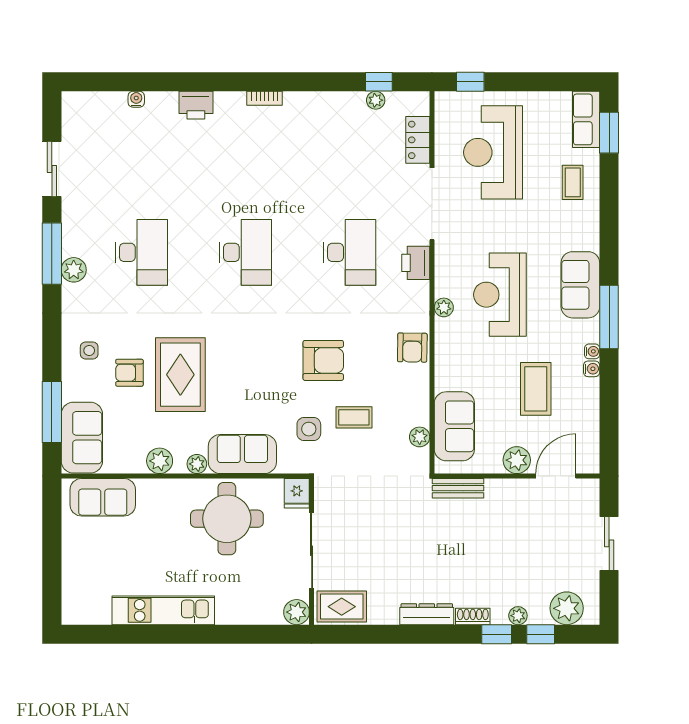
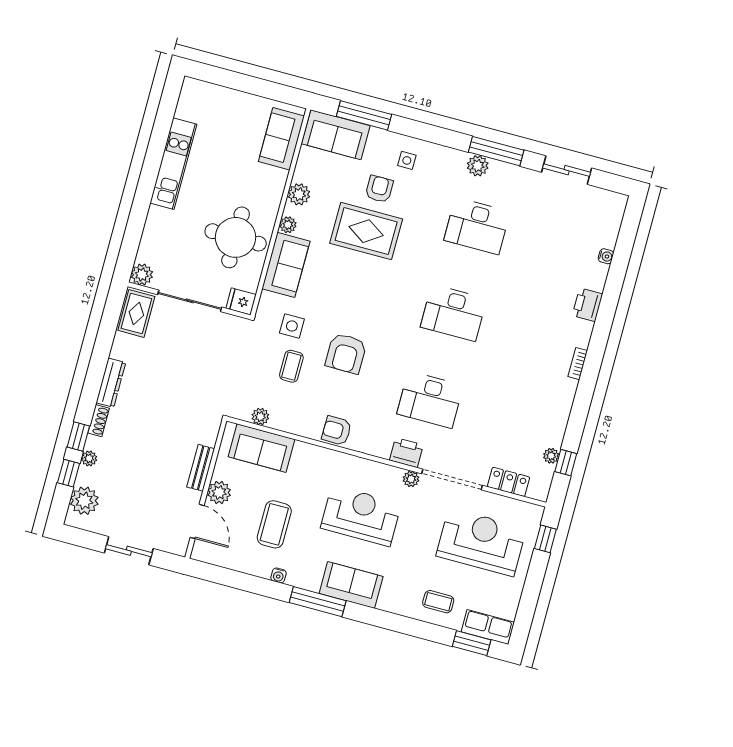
plant: (444, 307) -> (411, 479), moved
water cooler: (592, 351) -> (293, 580), removed
coffee table: (536, 389) -> (274, 524), turned 90
bench: (458, 488) -> (201, 468), moved

